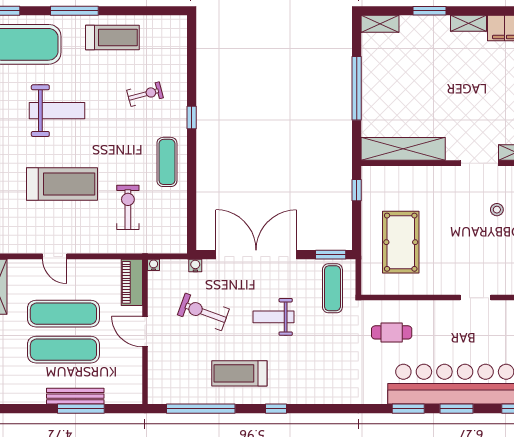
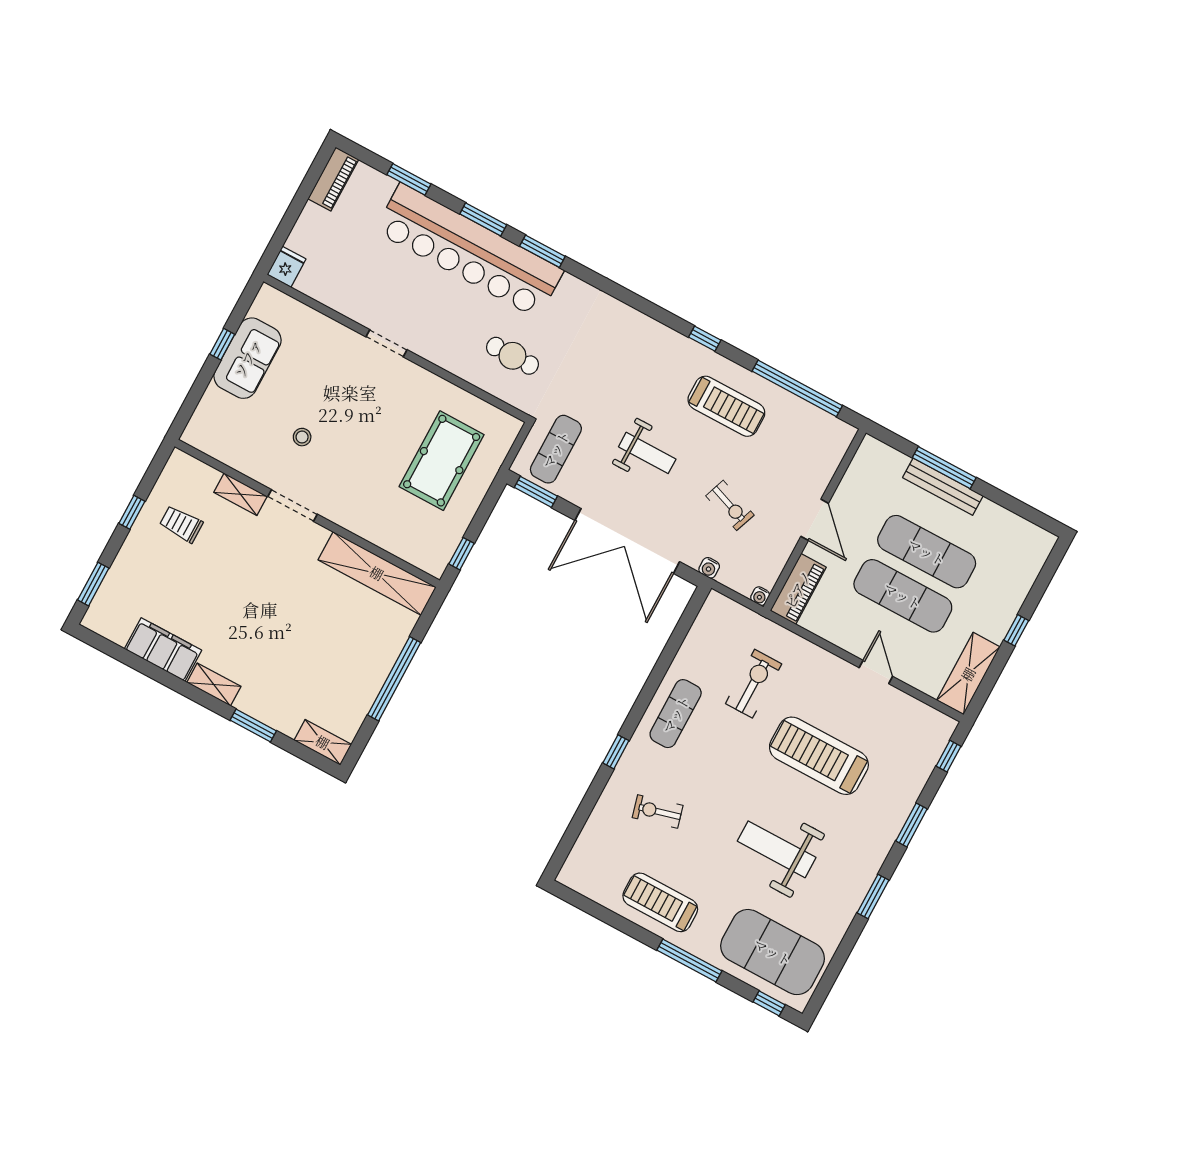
exercise bike: (128, 207) -> (754, 684), turned 180
exercise bike: (203, 312) -> (730, 505), width x0.73, depth x0.72

